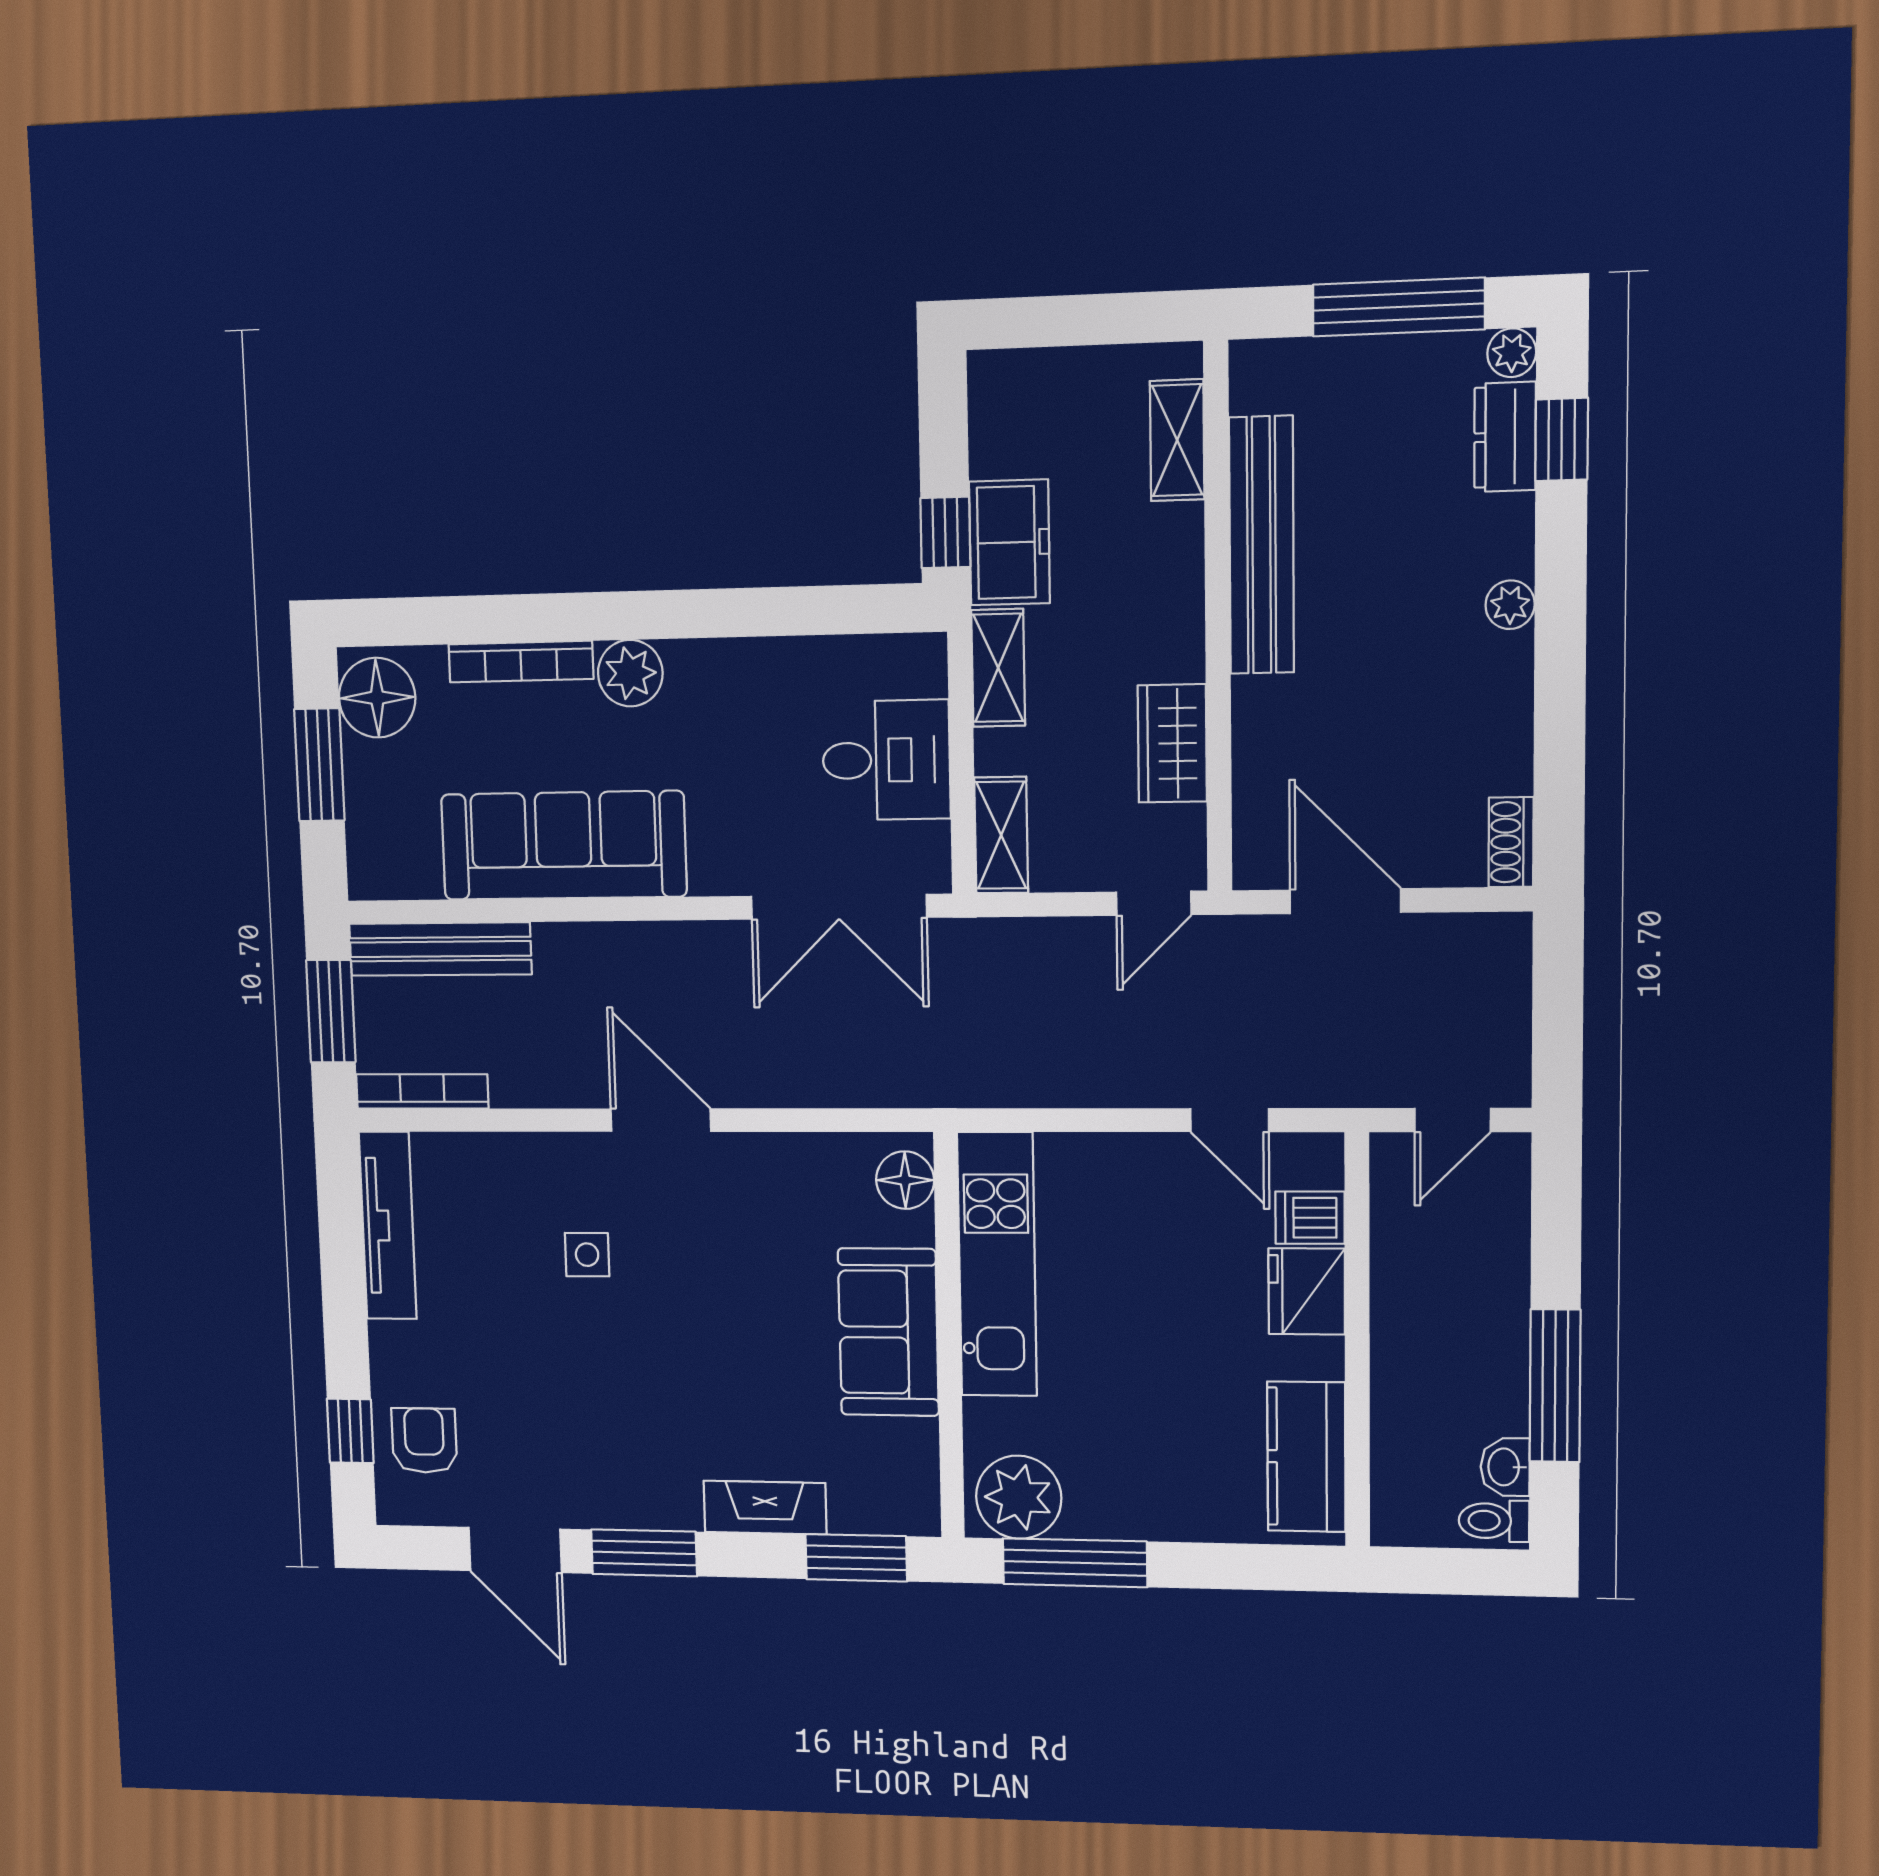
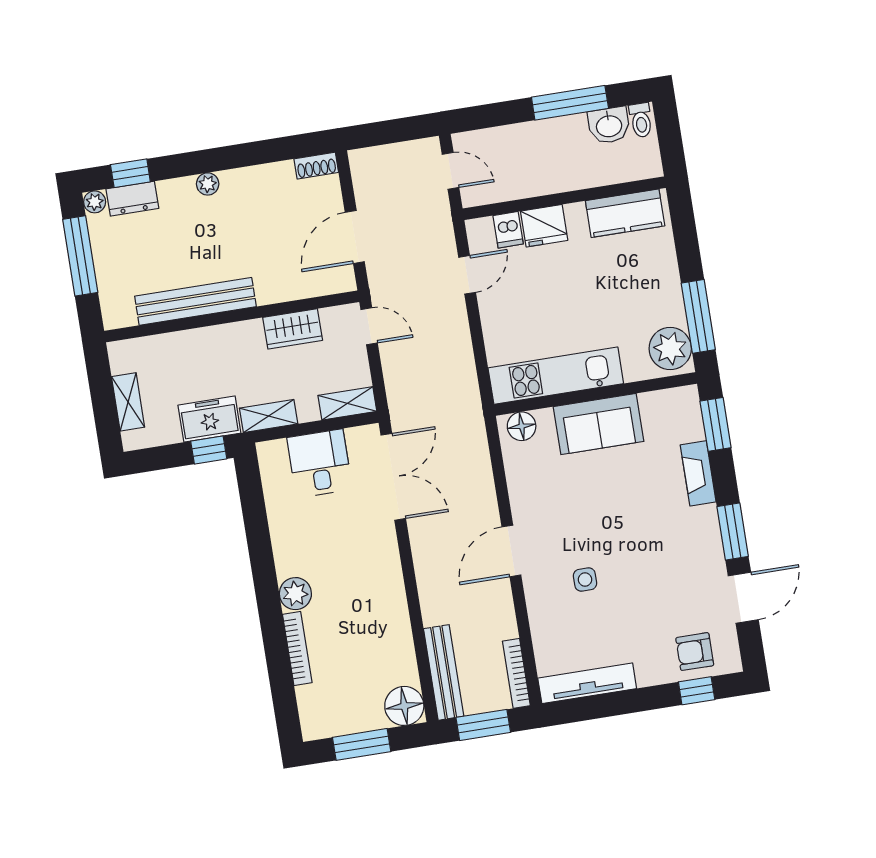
shelving: (1177, 440) -> (128, 402), moved, turned 90
floor lamp: (377, 698) -> (404, 706), moved
sofa: (564, 845) -> (383, 616), removed
washbasin: (1505, 1467) -> (609, 125), width x1.38, depth x1.45

